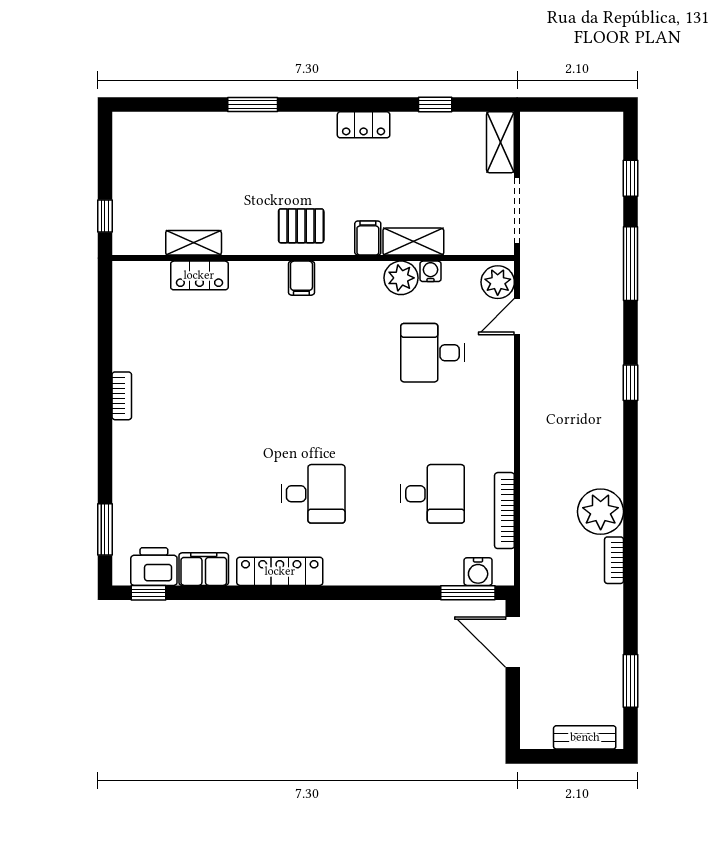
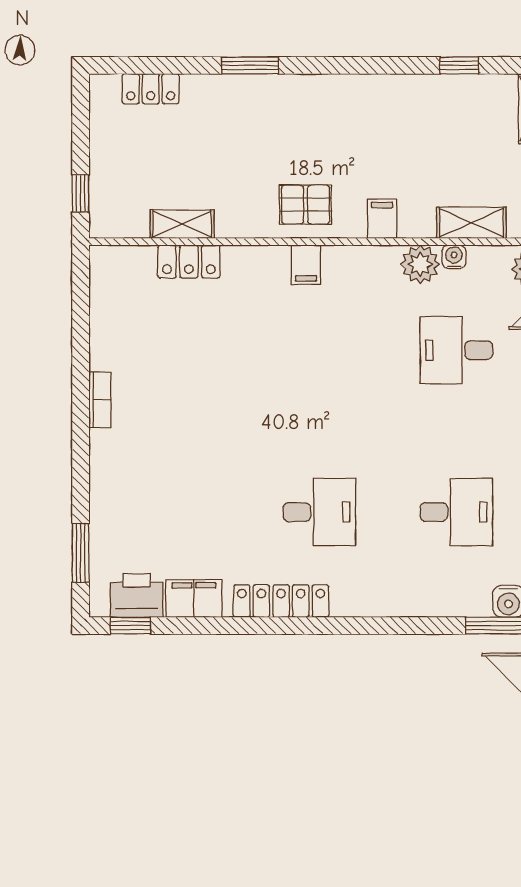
locker: (364, 125) -> (151, 89), moved
shelving: (413, 242) -> (471, 223), moved

